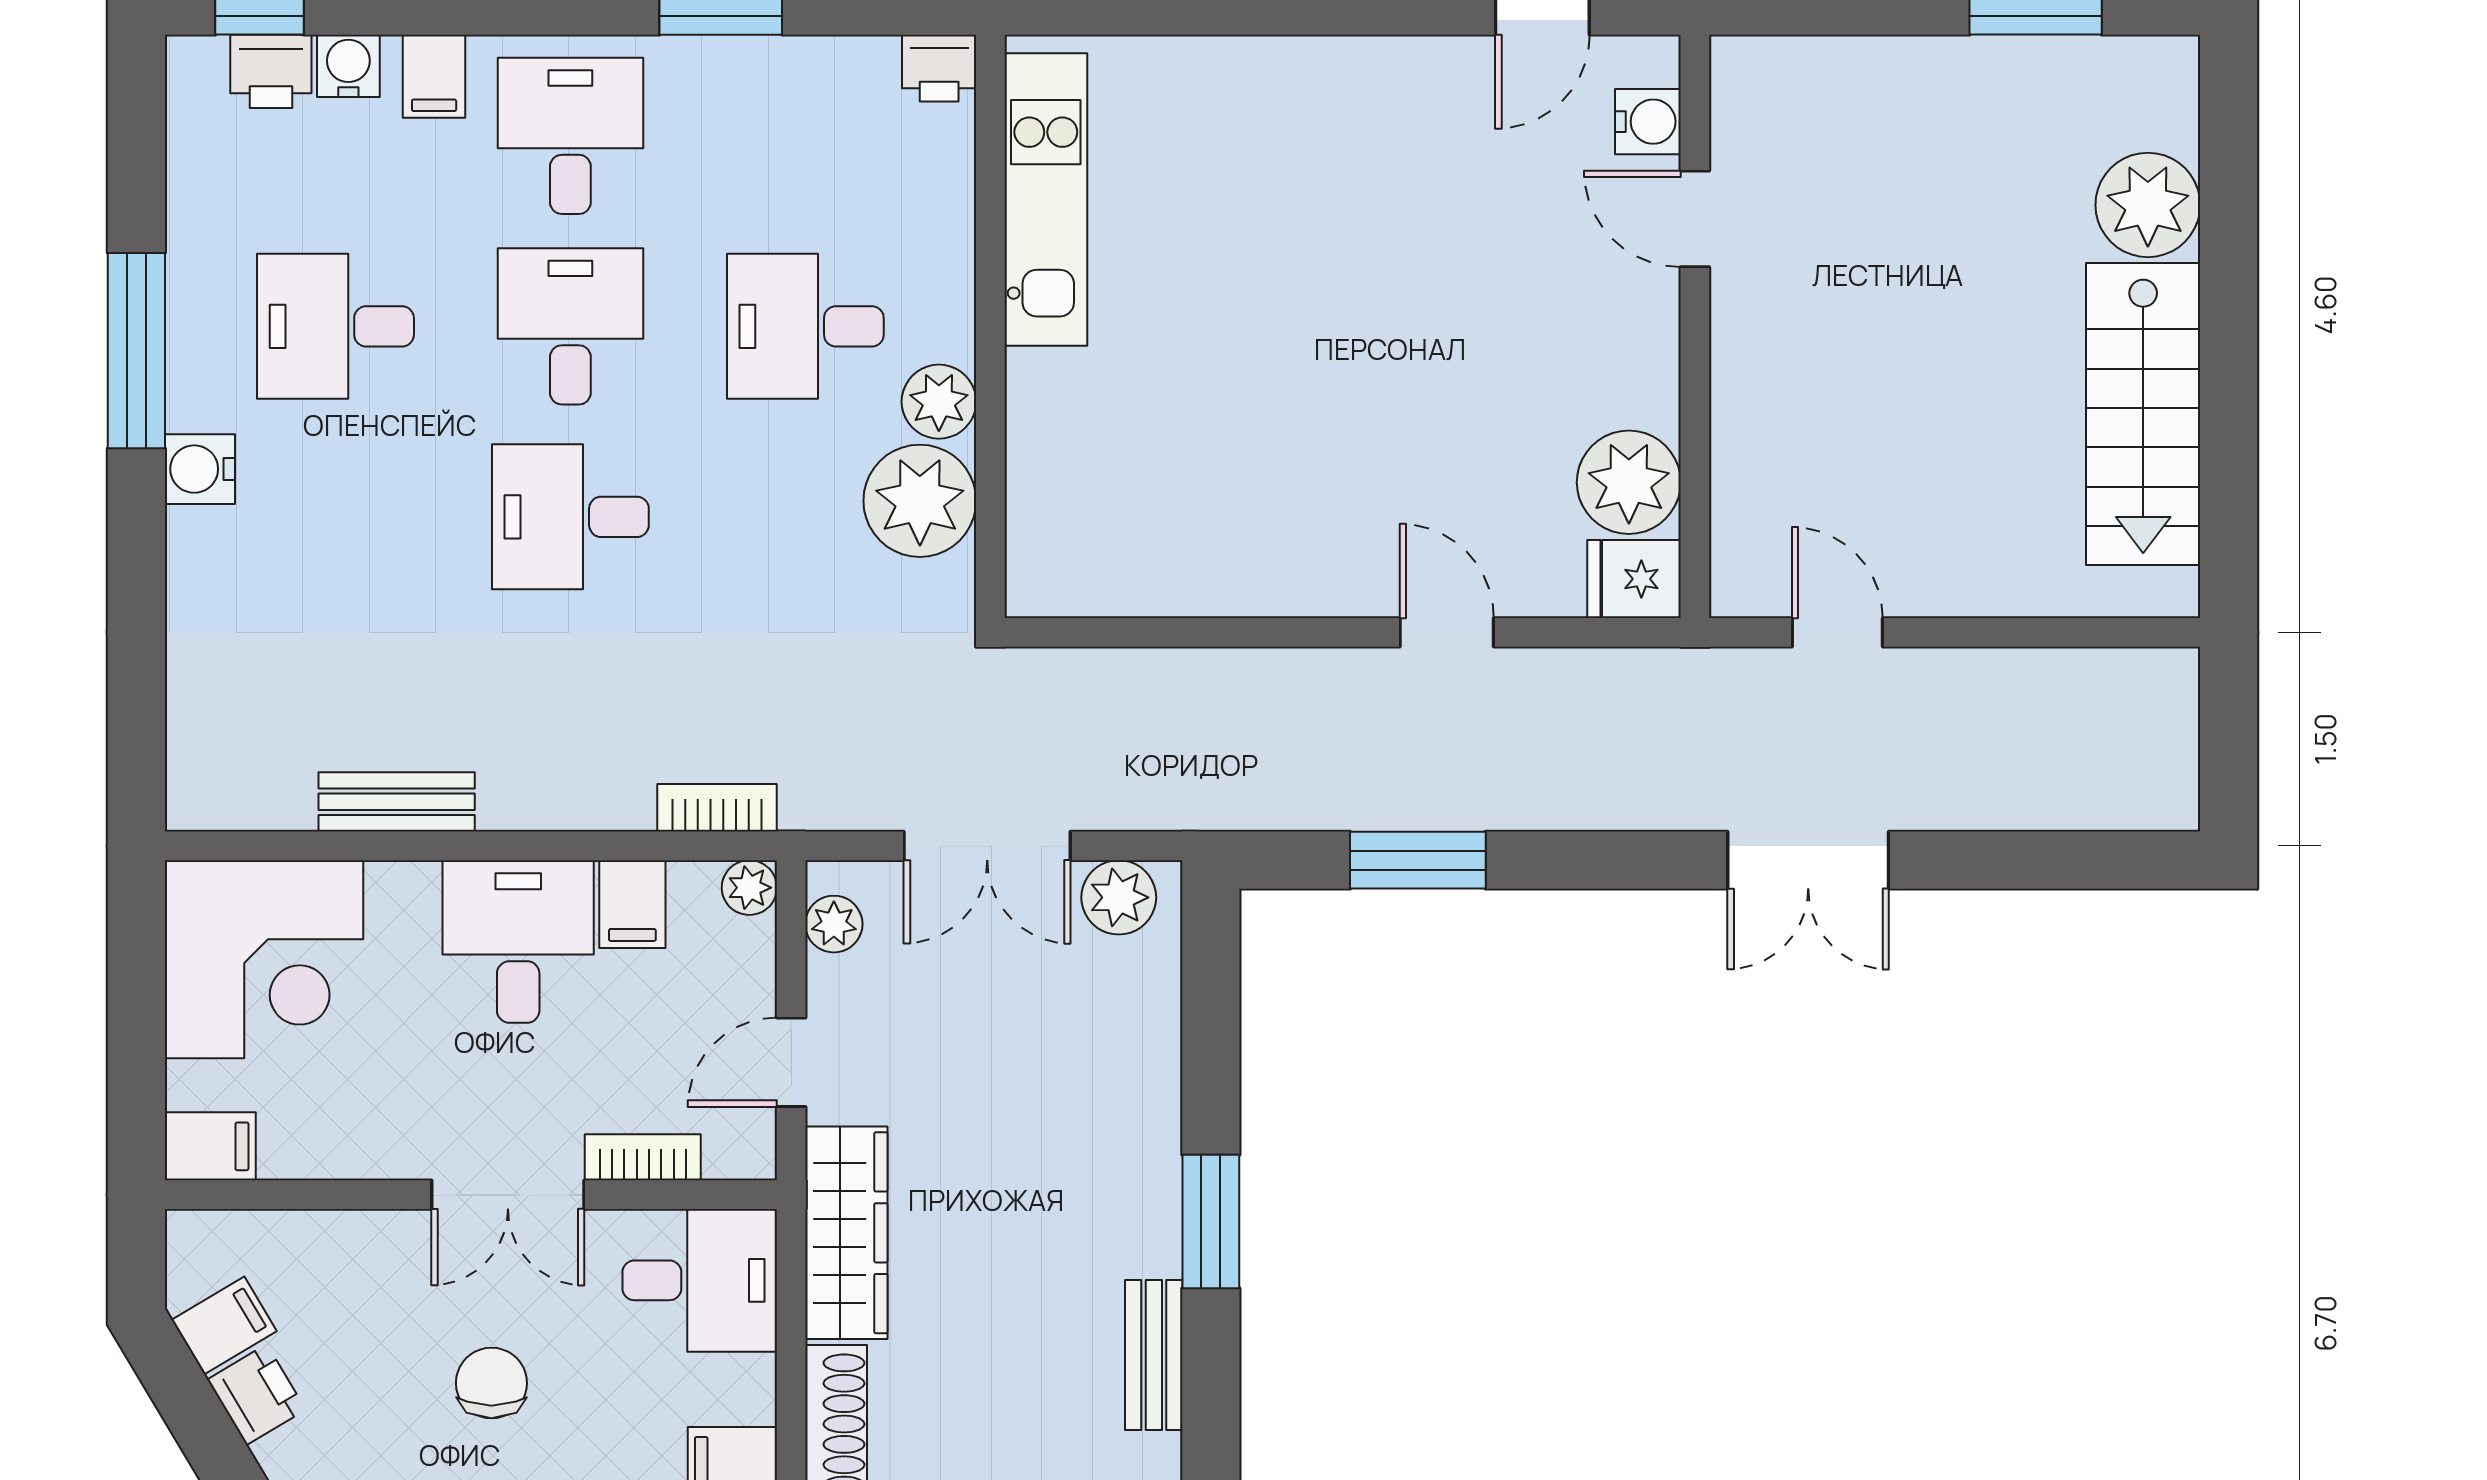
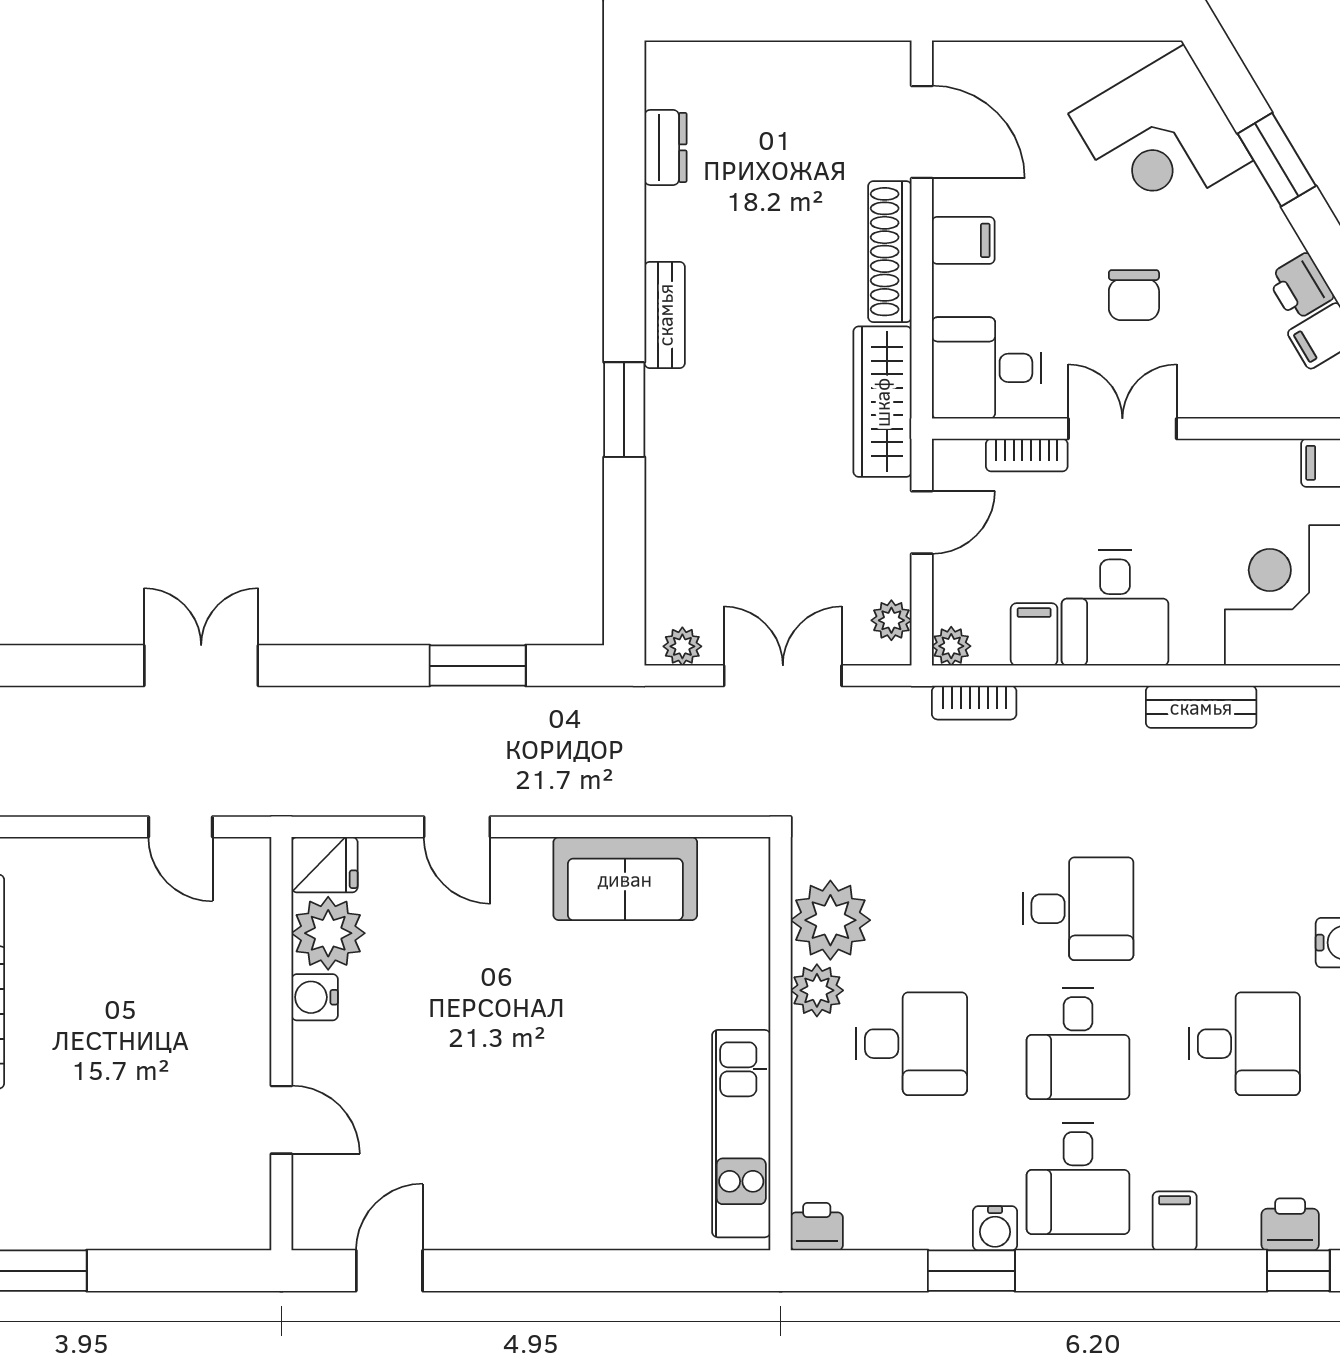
water cooler: (348, 66) -> (995, 1228), moved
water cooler: (1648, 122) -> (315, 997), moved
sofa: (1209, 559) -> (625, 879), added
plant: (1119, 897) -> (682, 646), width x0.73, depth x0.73

